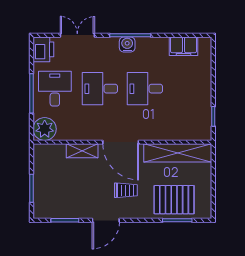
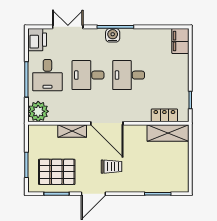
filing cabinet: (183, 46) -> (180, 41), moved, turned 90
desk: (55, 89) -> (47, 75), turned 180
locker: (185, 133) -> (164, 115), added
shelving: (178, 153) -> (168, 133), width x0.68
pallet: (174, 200) -> (57, 172), moved

